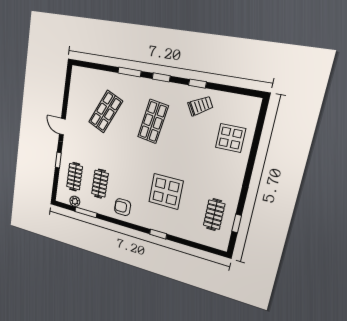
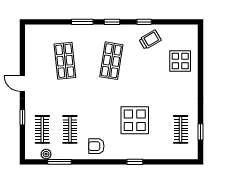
shop shelf: (105, 112) -> (65, 61), turned -30

